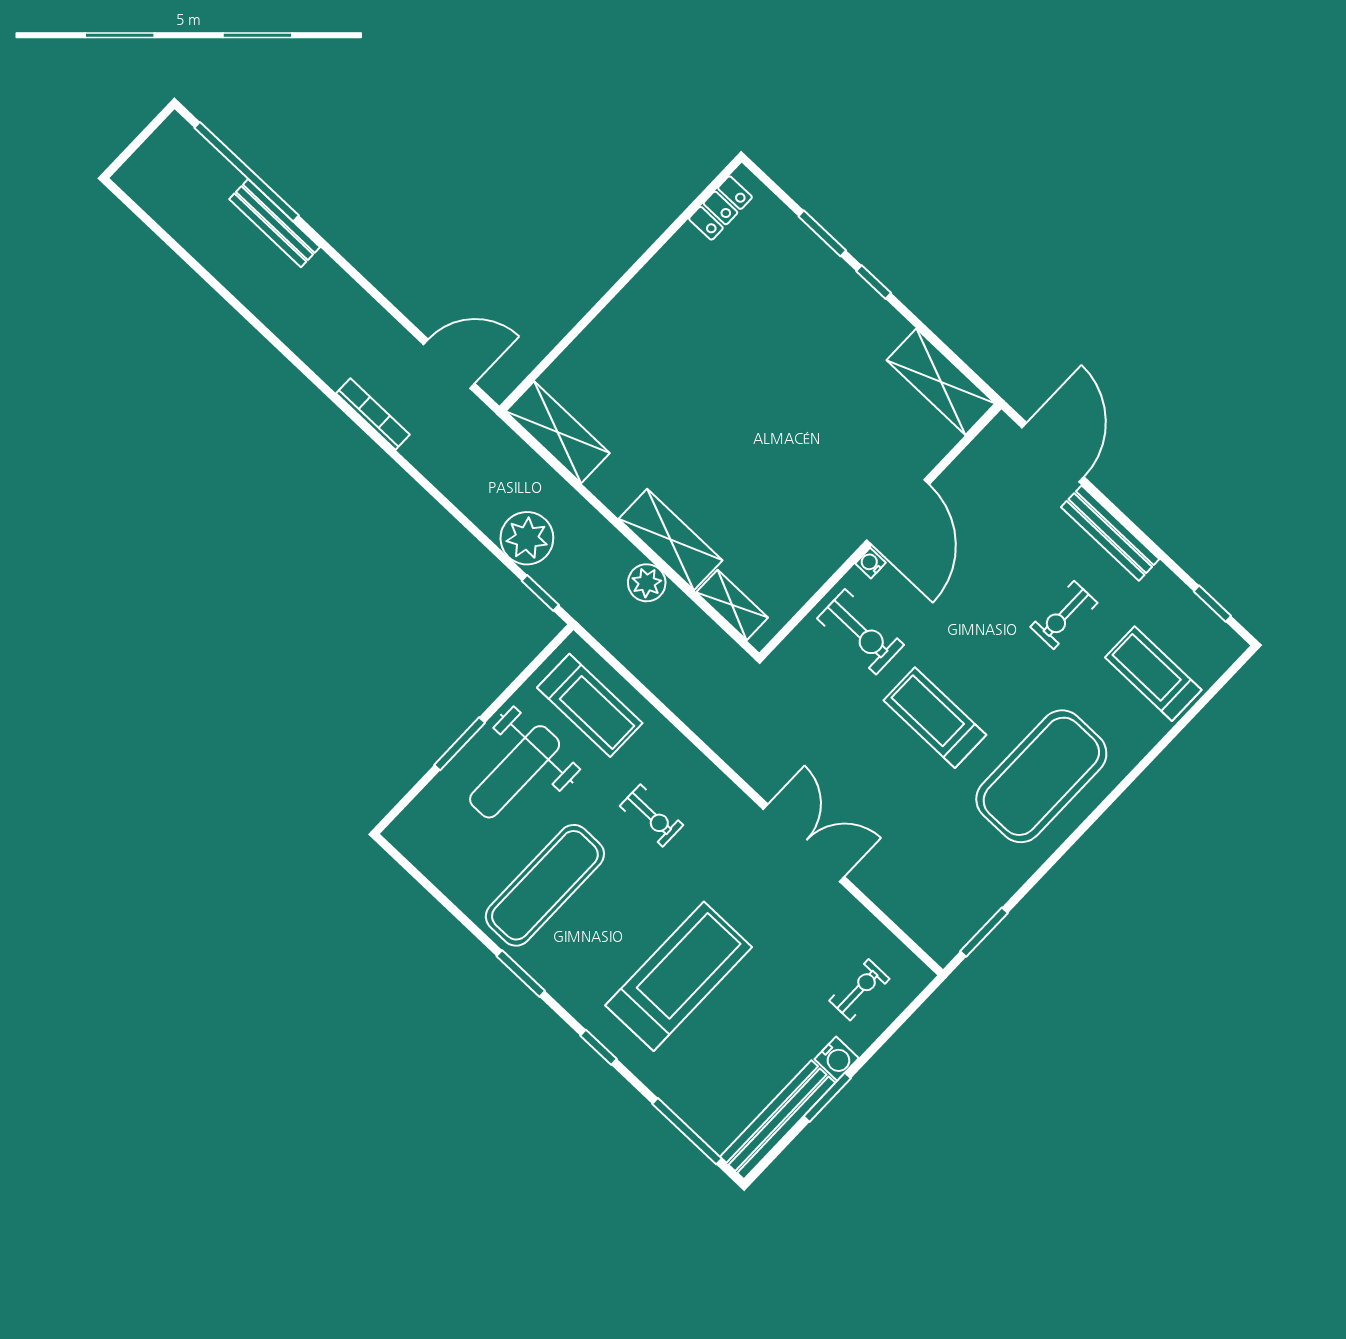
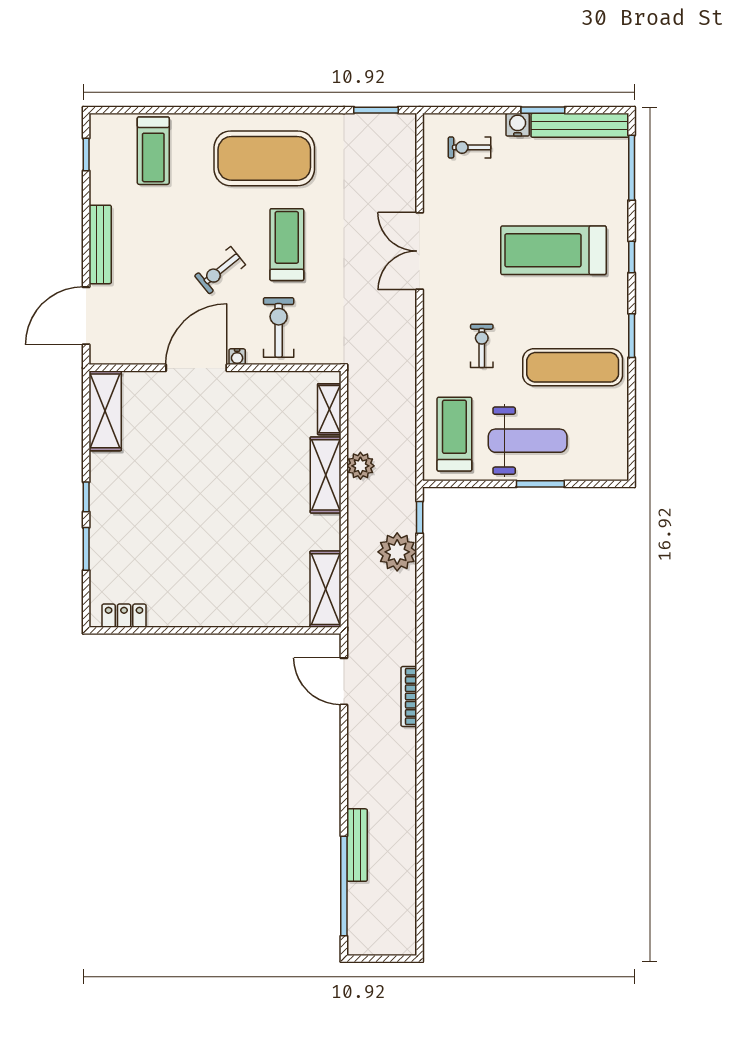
exercise bike: (1064, 615) -> (220, 270), moved, turned 141
treadmill: (935, 718) -> (287, 245), turned 180

